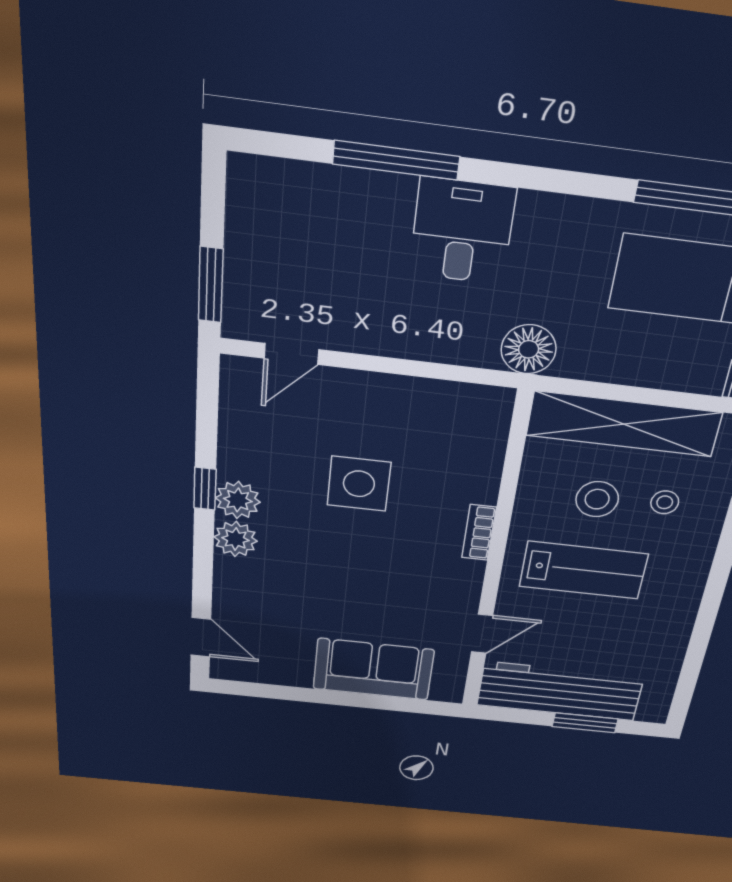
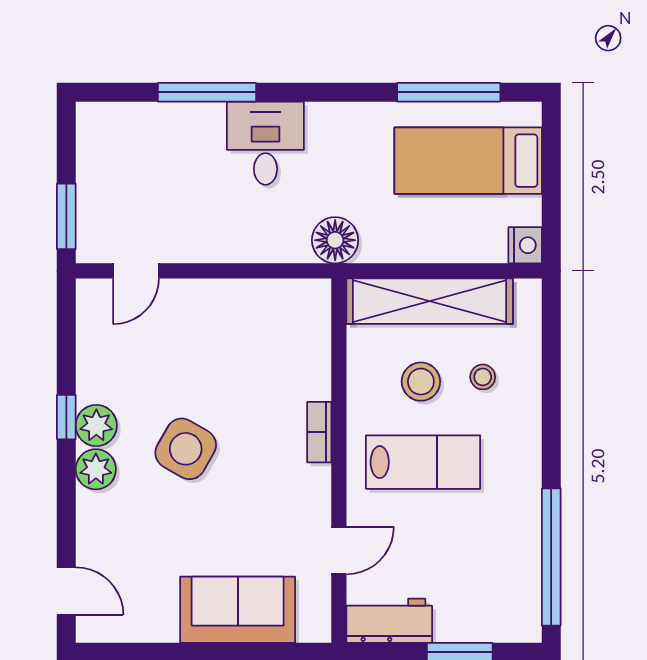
side table: (359, 484) -> (186, 449), moved, turned 30
window: (693, 661) -> (551, 557), added
workbench: (560, 691) -> (389, 621), width x0.53, depth x0.76

